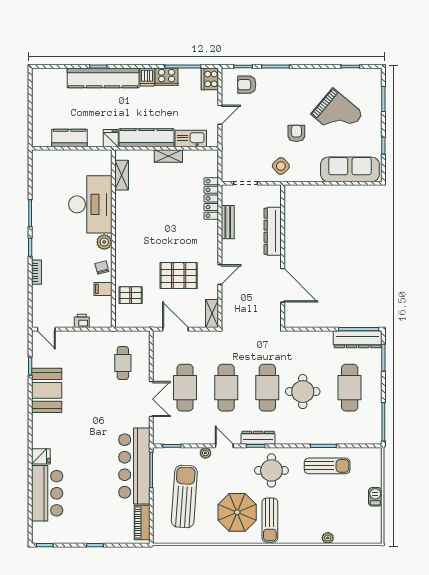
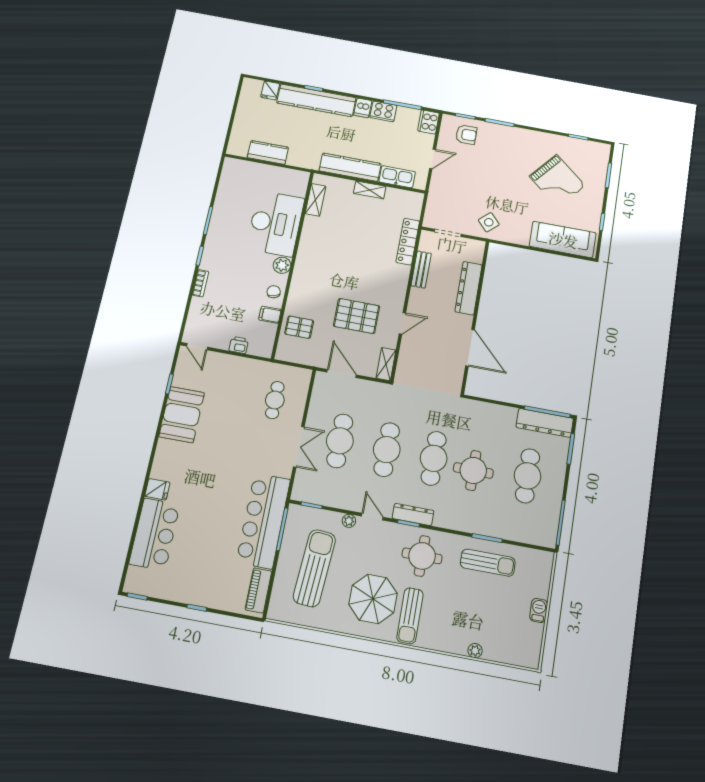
armchair: (247, 85) -> (466, 135), turned 180
armchair: (296, 133) -> (511, 193), removed
fridge: (111, 138) -> (270, 90), moved, turned 180

